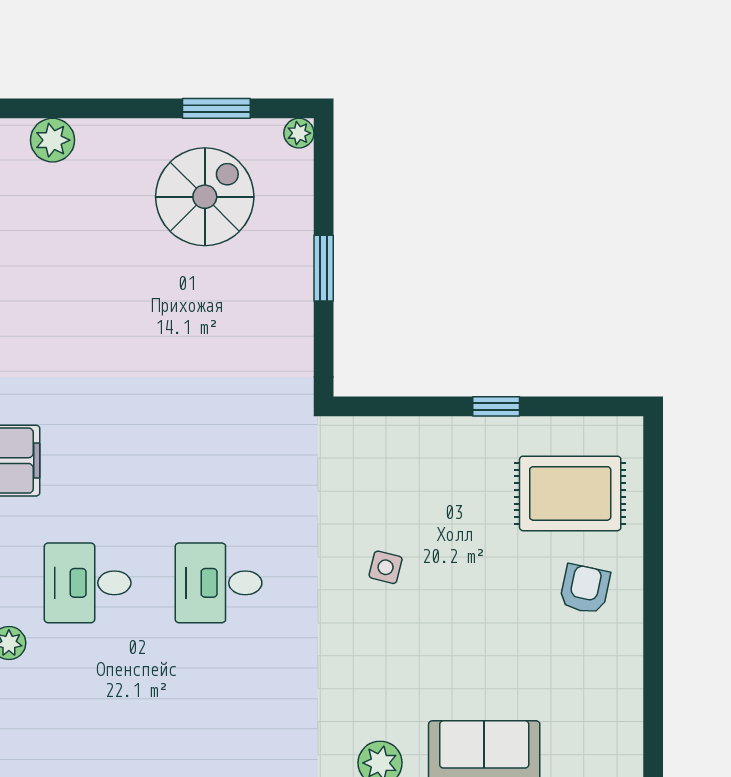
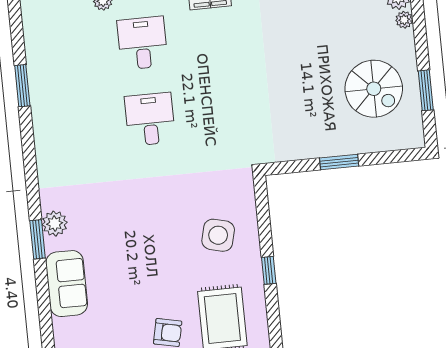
plant: (299, 133) -> (404, 20), moved
side table: (386, 567) -> (218, 235), moved, width x1.87, depth x1.87

